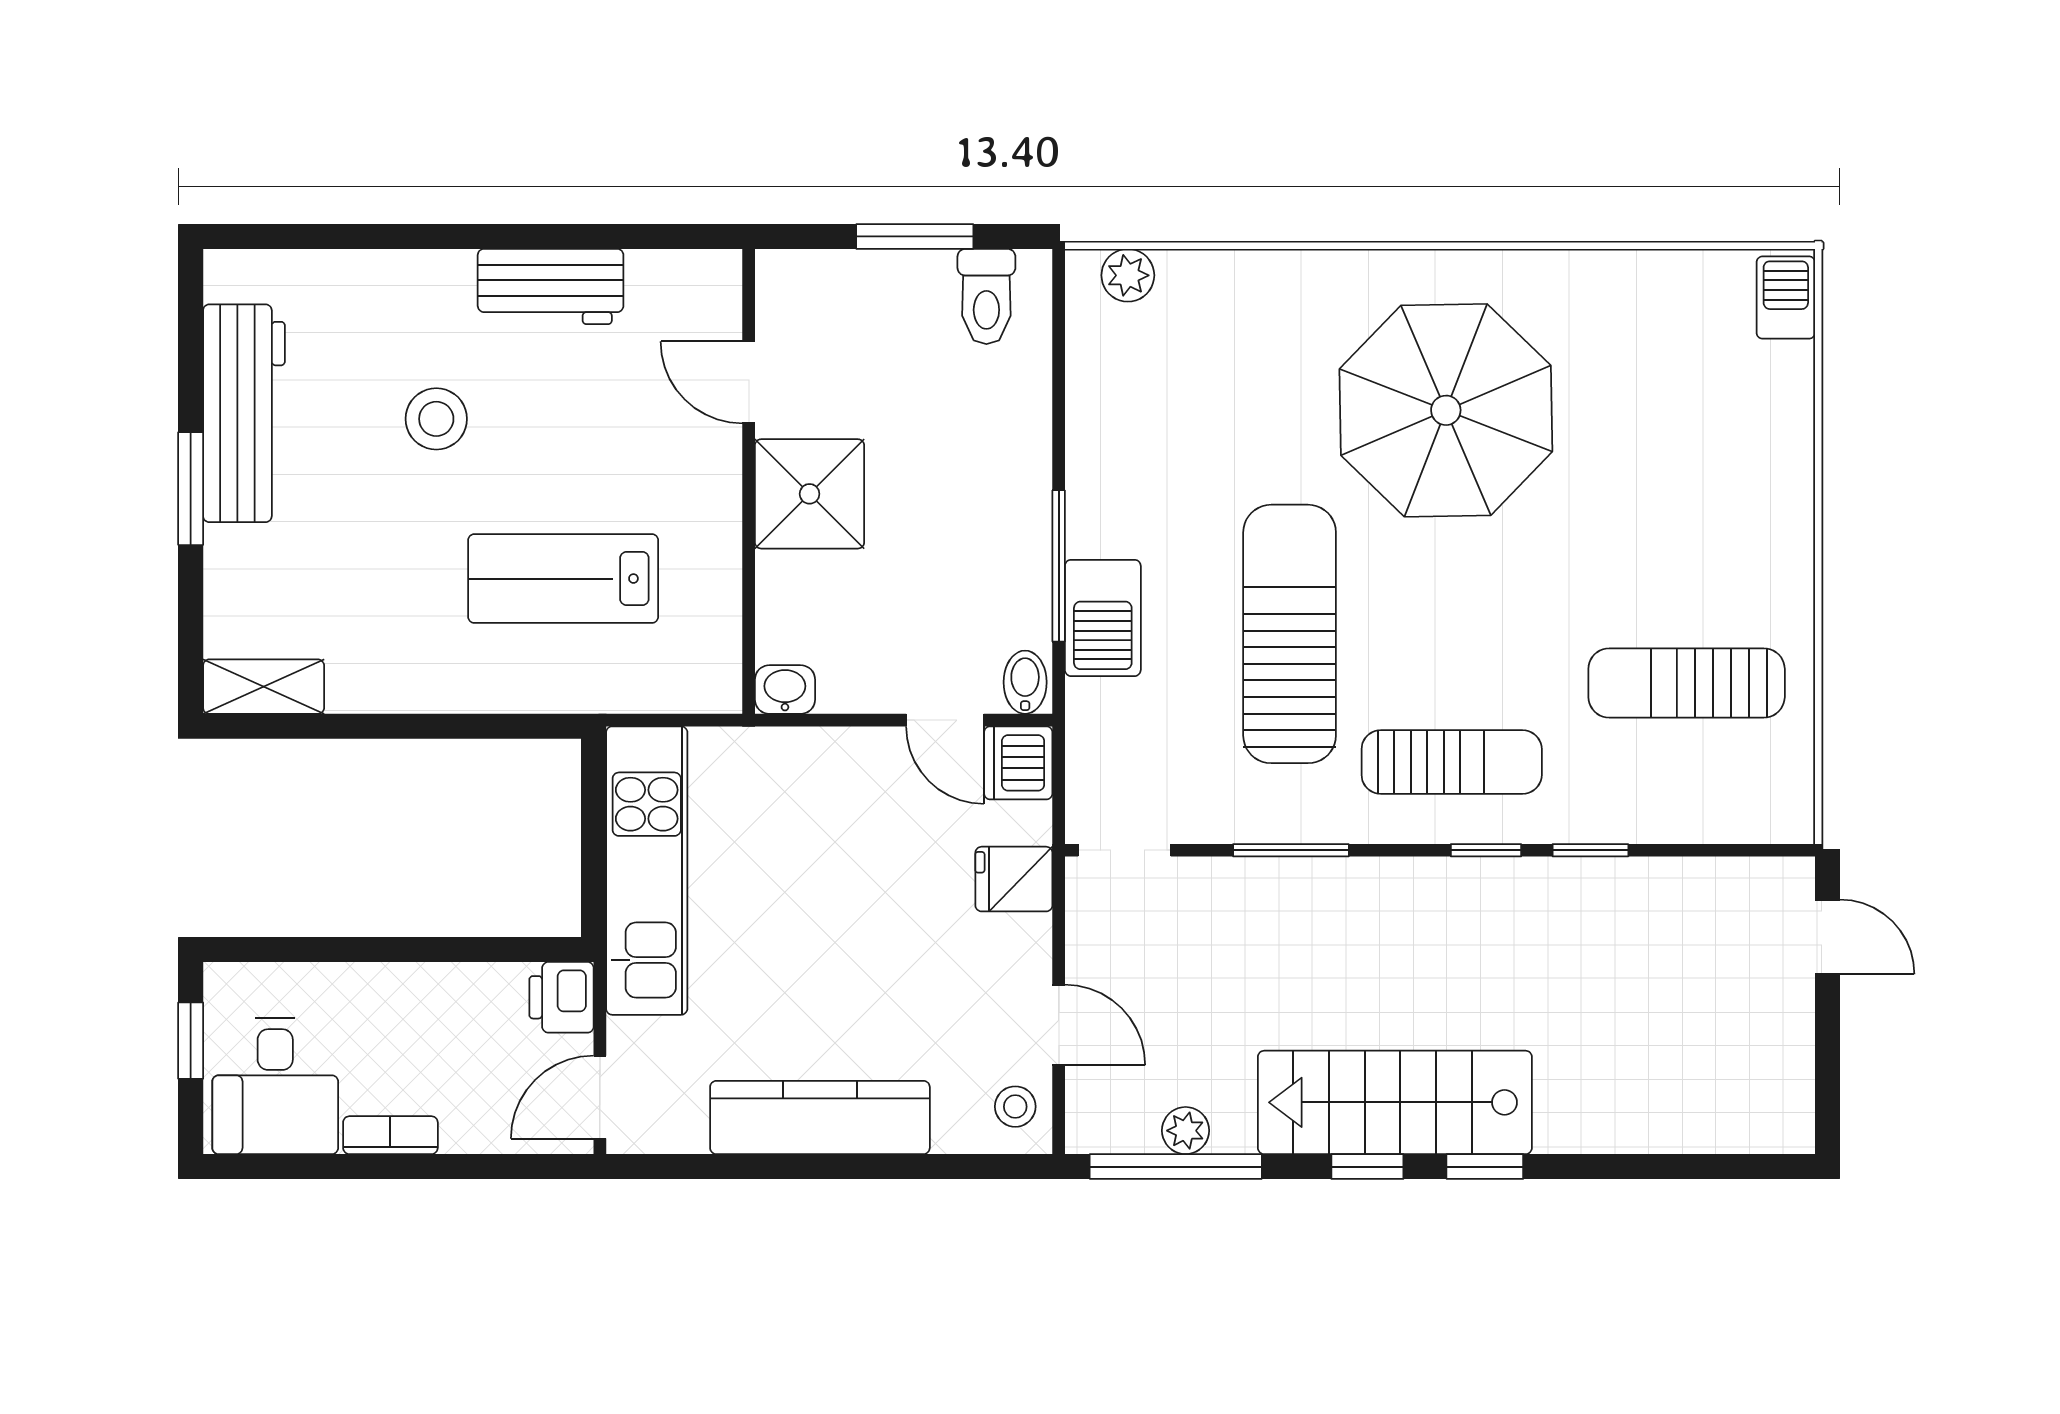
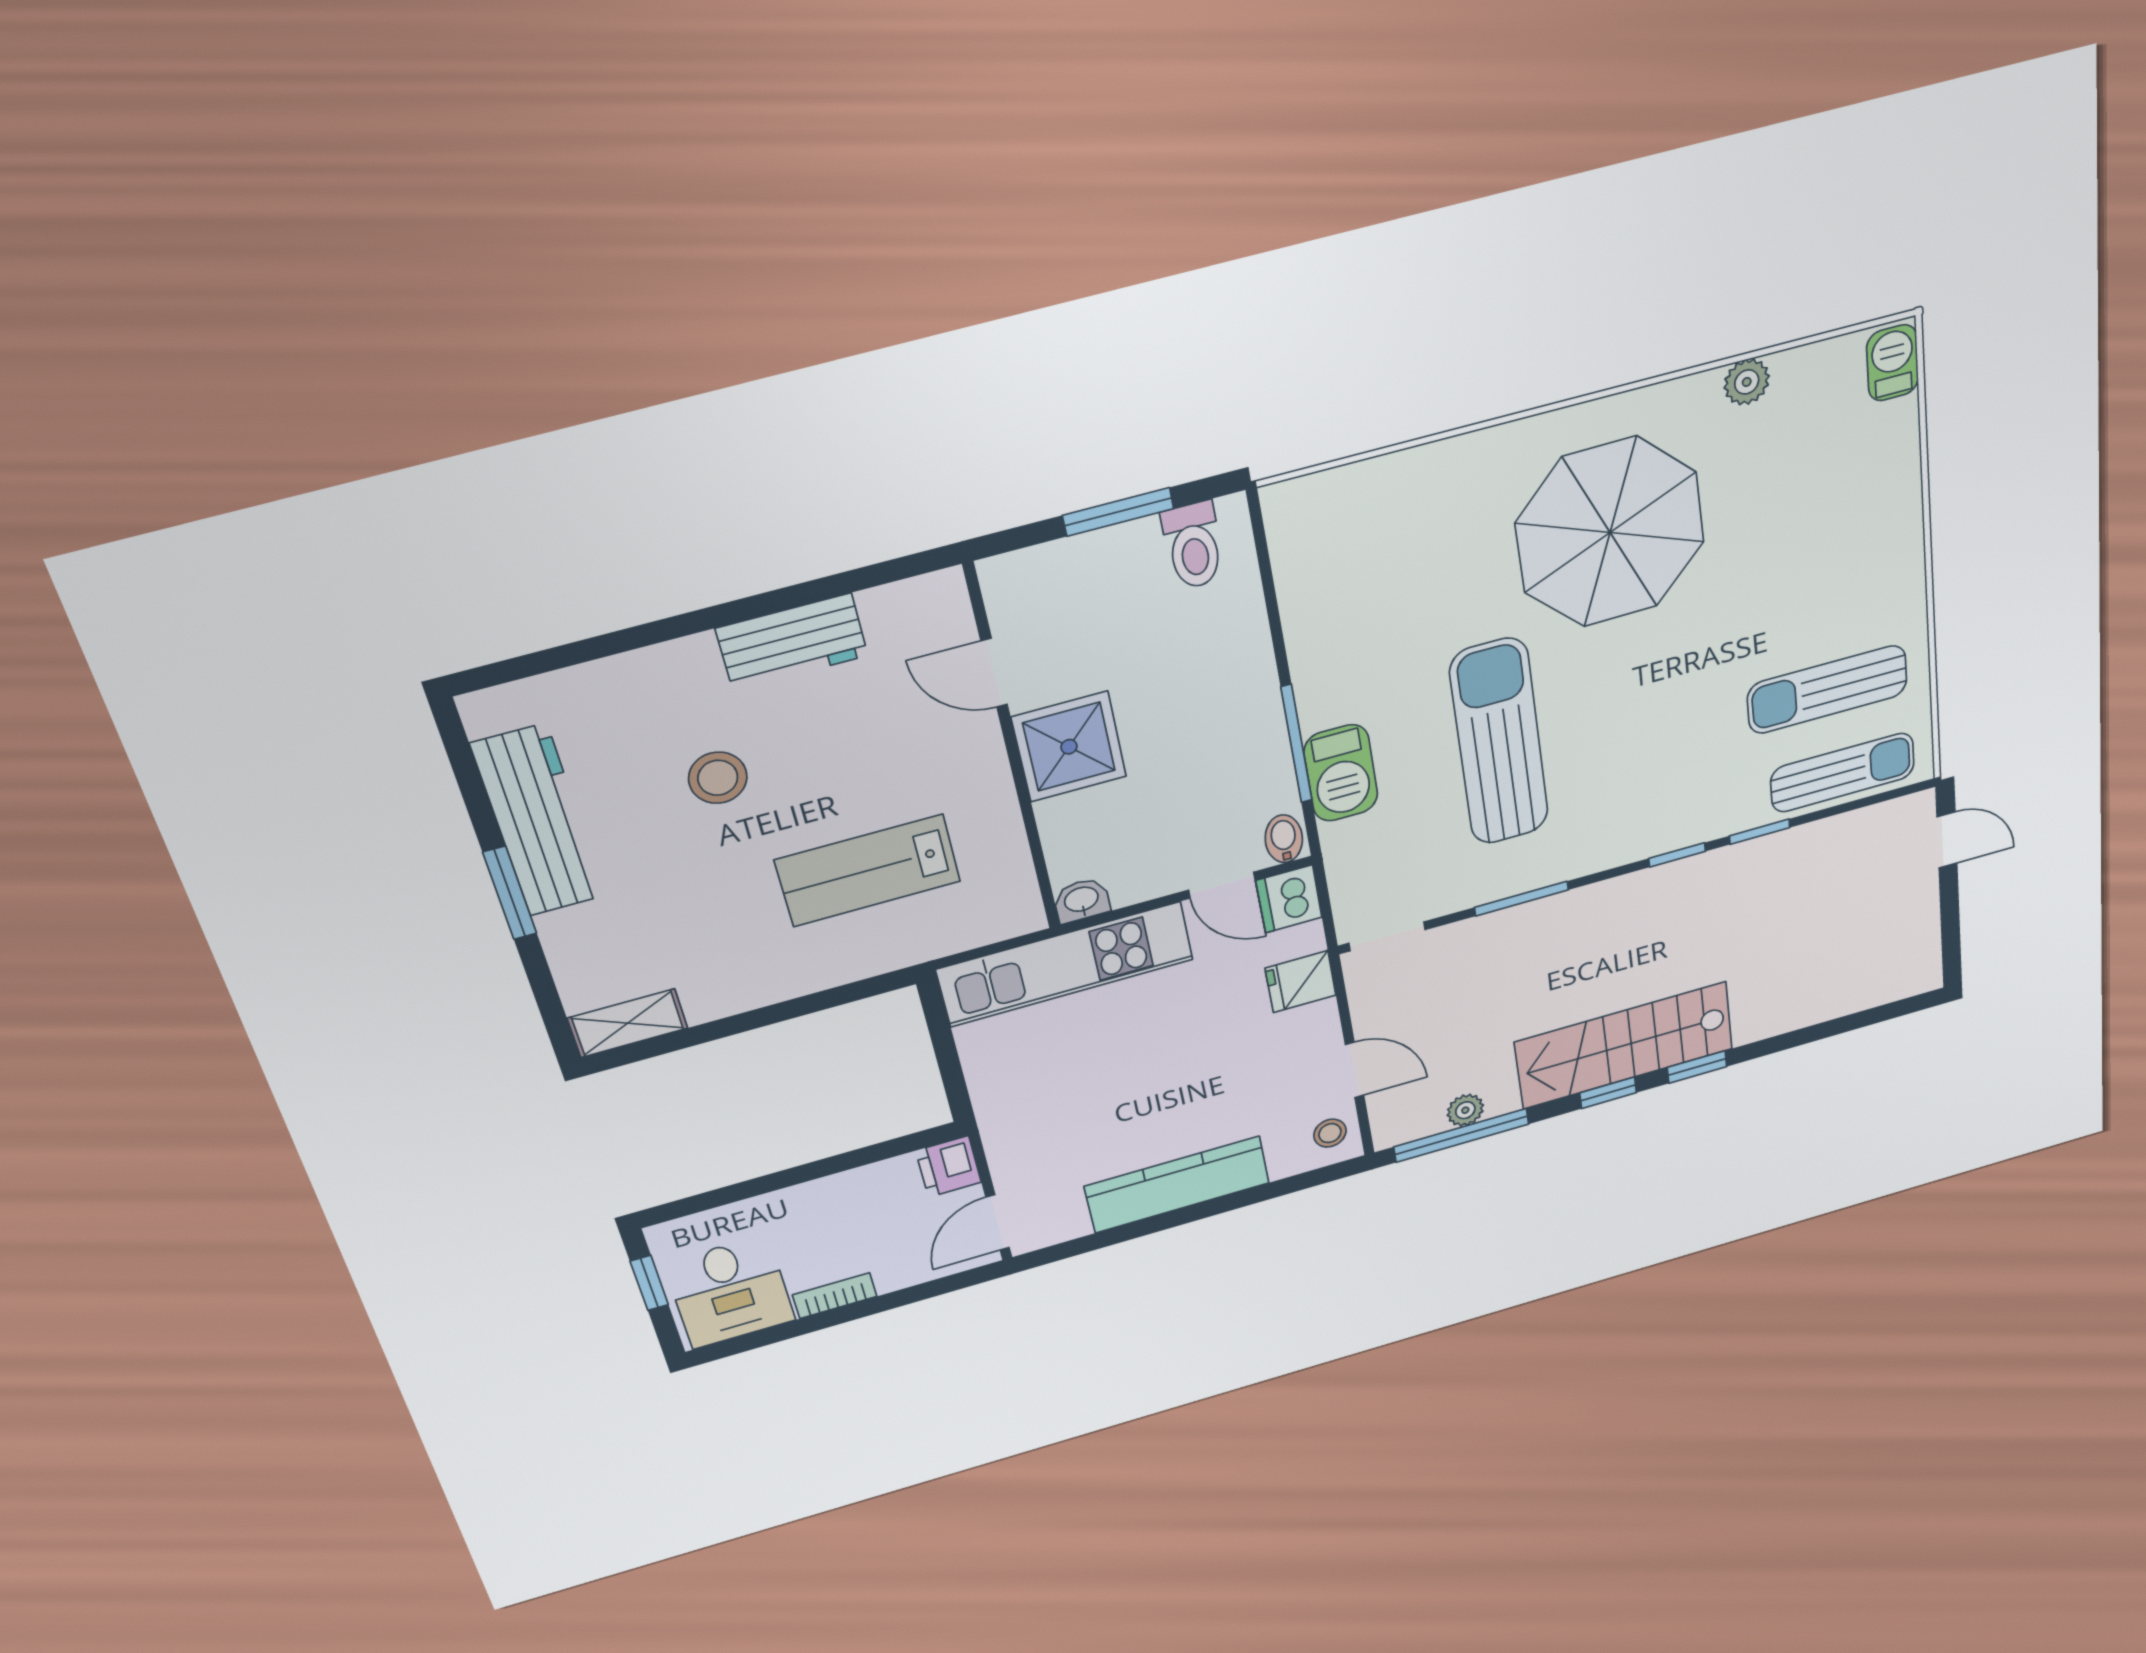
plant: (1128, 275) -> (1747, 382), moved
sun lounger: (1452, 762) -> (1843, 773), moved
kitchen unit: (647, 871) -> (1065, 964), moved, turned 90

